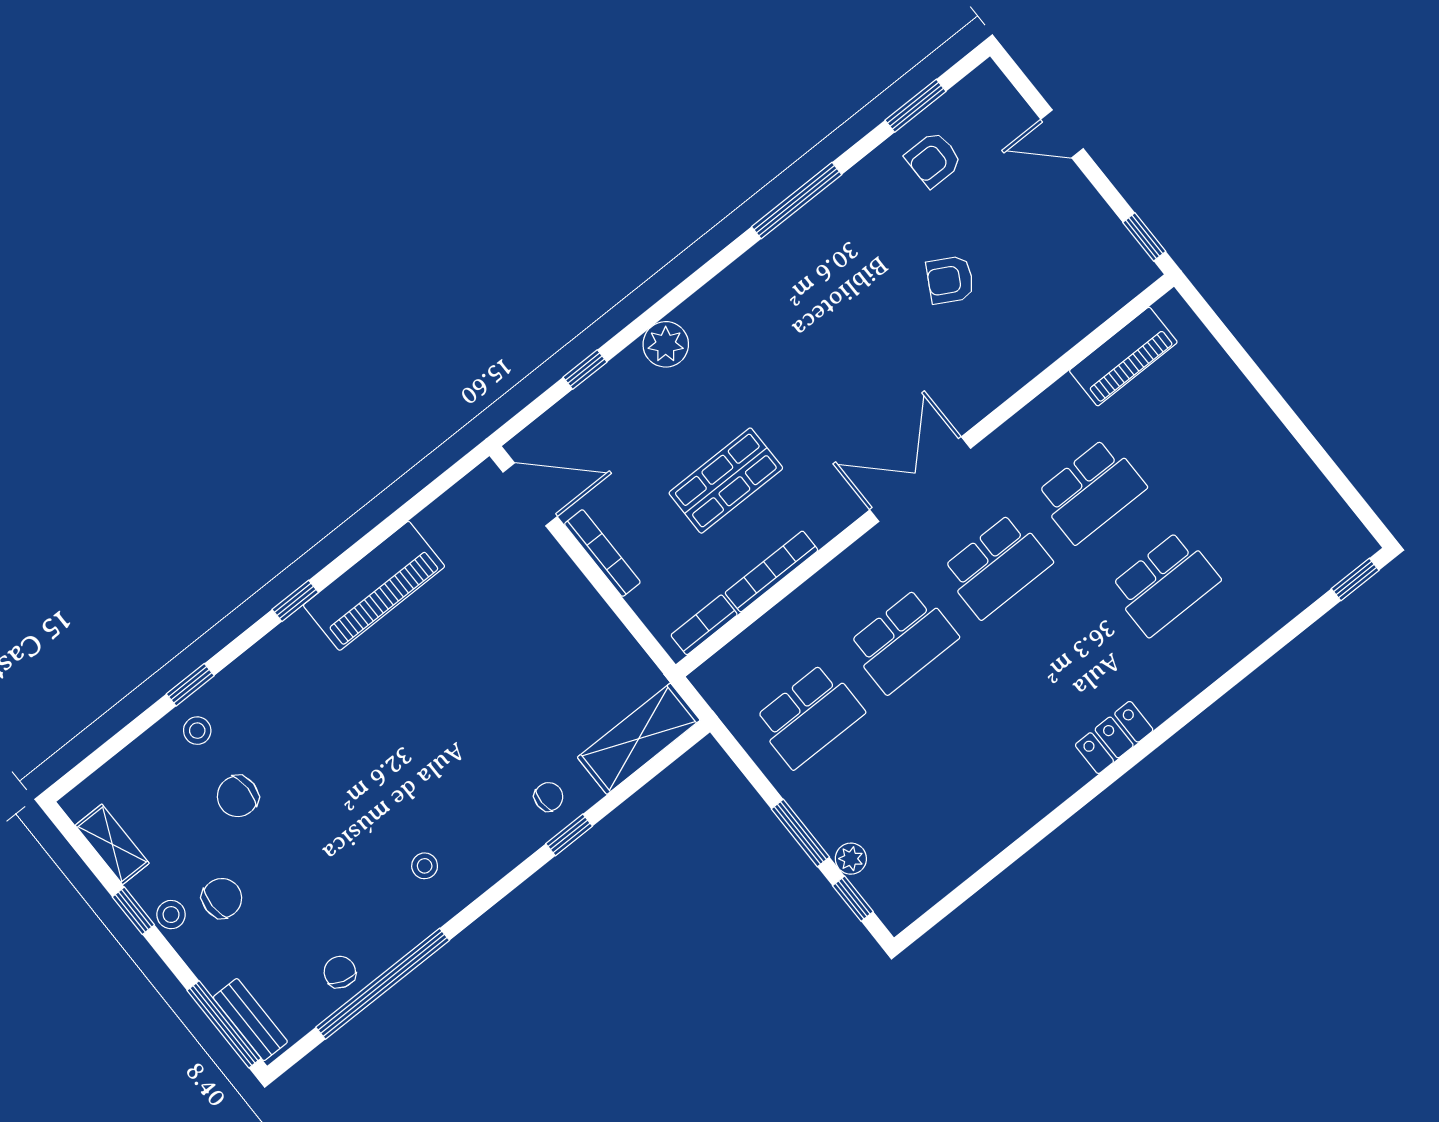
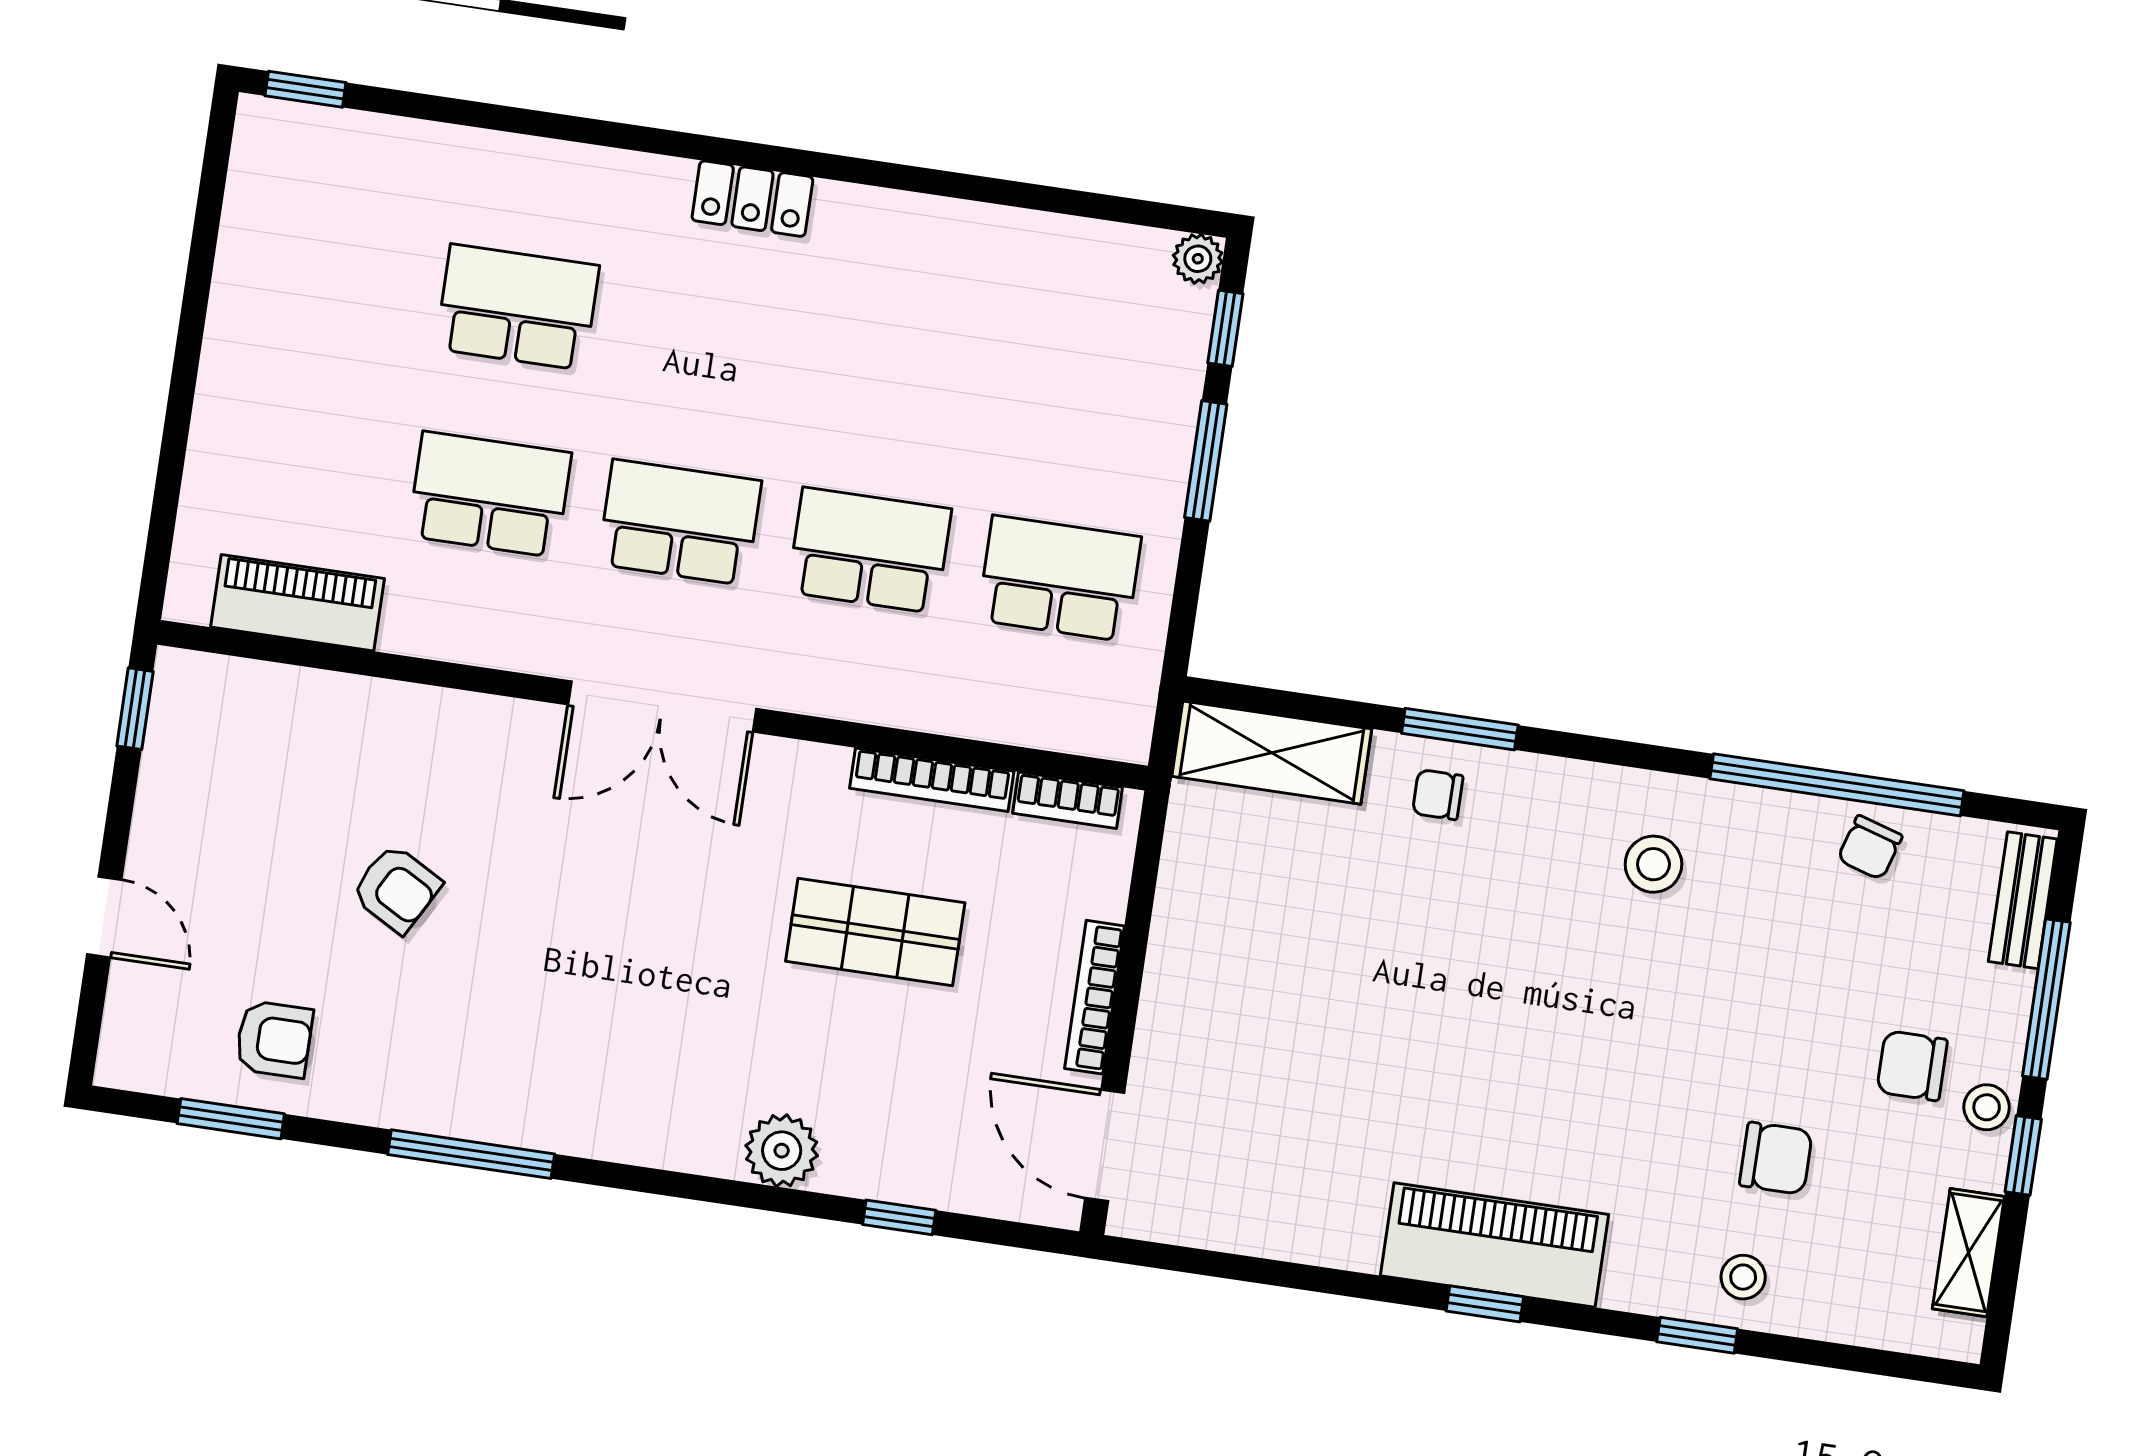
piano: (374, 586) -> (1494, 1245), moved
window: (569, 835) -> (1460, 729), width x1.50
plant: (851, 859) -> (1198, 259), moved
stool: (425, 866) -> (1653, 864), width x1.37, depth x1.37
window: (224, 1024) -> (2046, 999), moved

